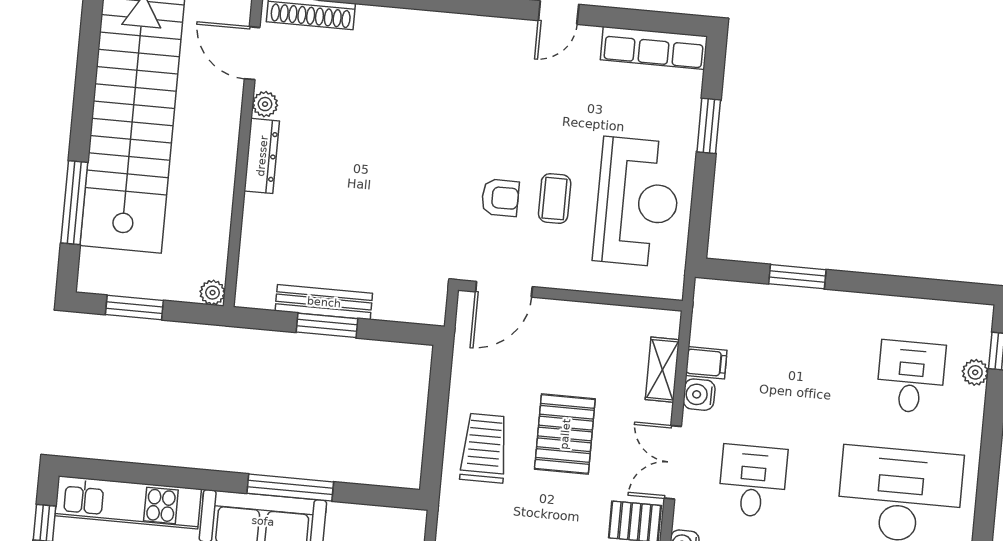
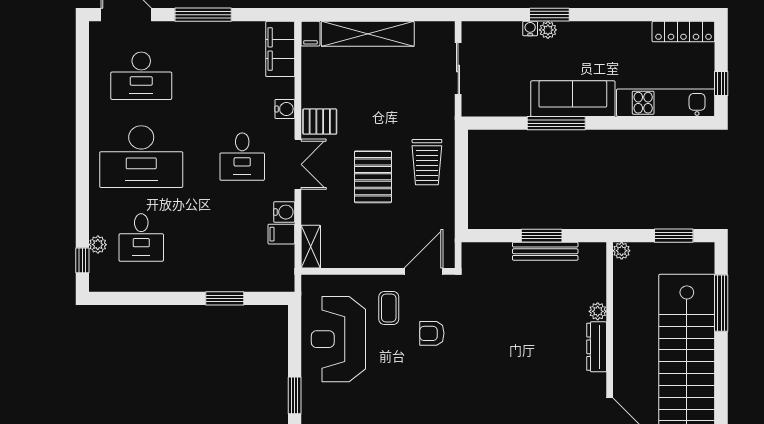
plant: (265, 104) -> (598, 311), moved
coffee table: (555, 199) -> (389, 308), moved
shelving: (662, 370) -> (311, 247), moved

